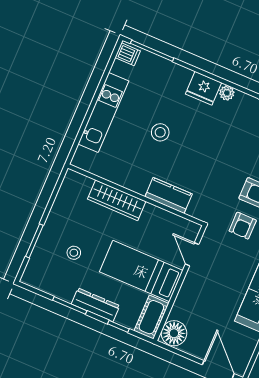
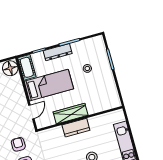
kitchen counter: (169, 195) -> (76, 128), moved
wardrobe: (117, 200) -> (71, 114), moved
door: (192, 254) -> (31, 112), hinge flipped

